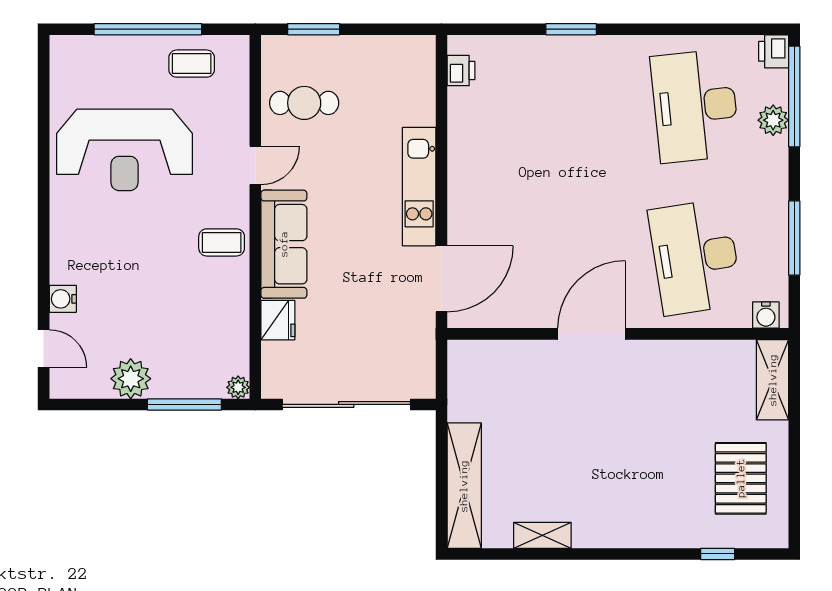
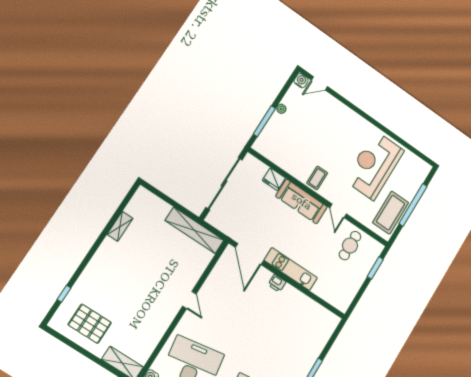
coffee table: (192, 64) -> (391, 213), width x1.86, depth x1.72
printer: (461, 71) -> (277, 283), moved
water cooler: (63, 299) -> (301, 81), moved
door: (592, 334) -> (189, 300), width x0.53
plant: (131, 379) -> (281, 109), width x0.53, depth x0.53
plant: (238, 387) -> (258, 146), removed
shelving: (464, 486) -> (194, 230), moved

